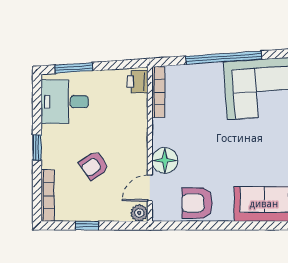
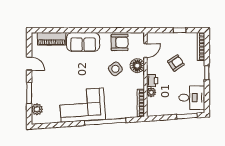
printer: (138, 82) -> (152, 81), moved
side table: (205, 155) -> (115, 69), added
plant: (139, 213) -> (151, 92), moved

